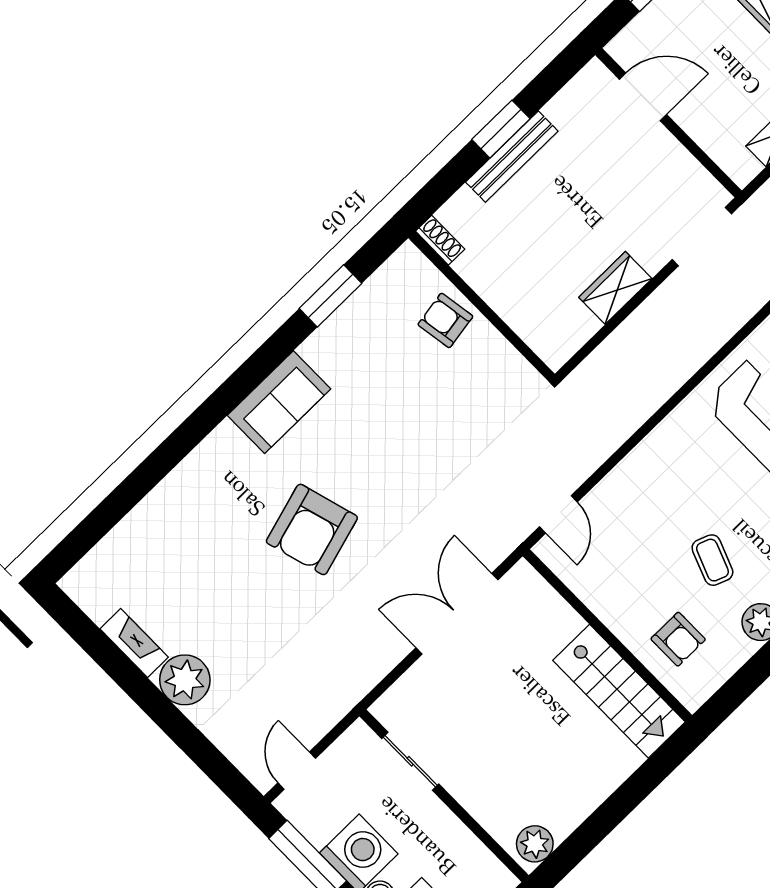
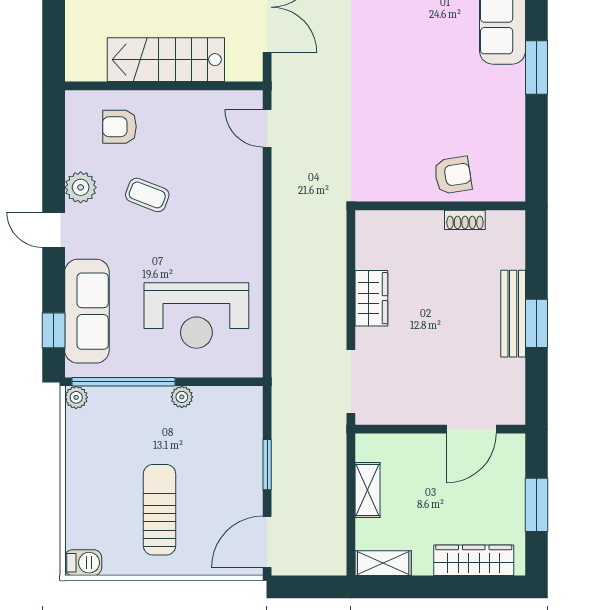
shoe rack: (440, 240) -> (465, 220), moved
window: (331, 296) -> (536, 68), moved
stairs: (619, 691) -> (166, 60), moved

